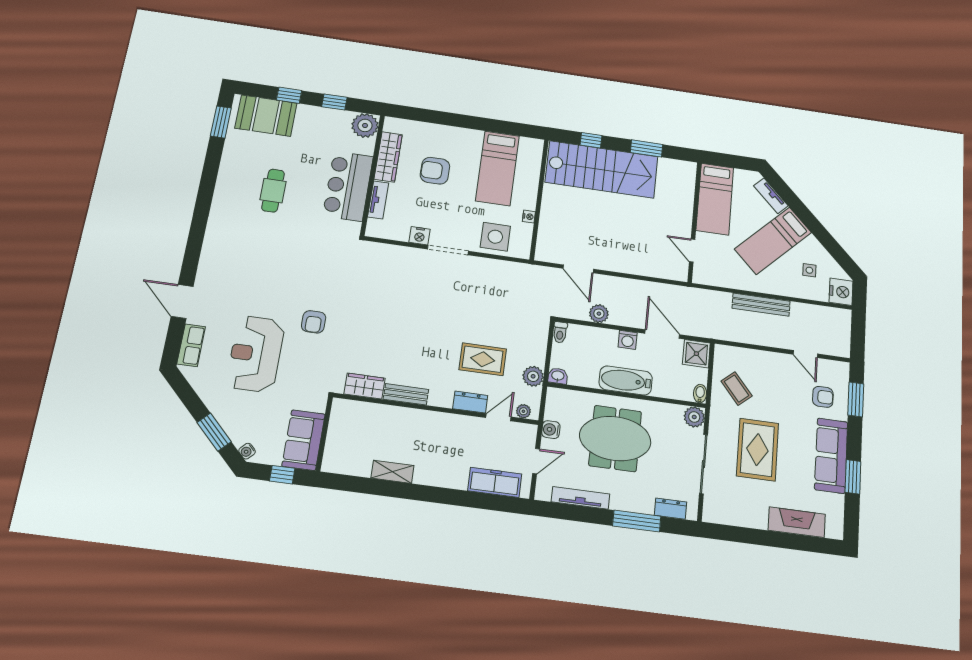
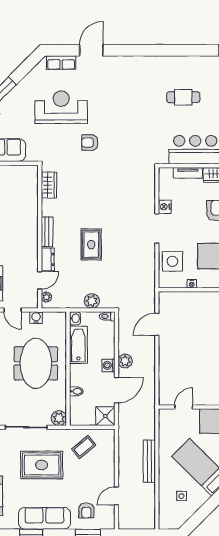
nightstand: (841, 292) -> (168, 521), removed
plant: (599, 314) -> (125, 361), moved
rug: (483, 359) -> (91, 245), moved
plant: (533, 376) -> (92, 301), moved
bathtub: (626, 380) -> (78, 345), moved
bidet: (700, 393) -> (76, 391), moved
bench: (406, 394) -> (47, 232), moved
door: (498, 417) -> (40, 280), hinge flipped

